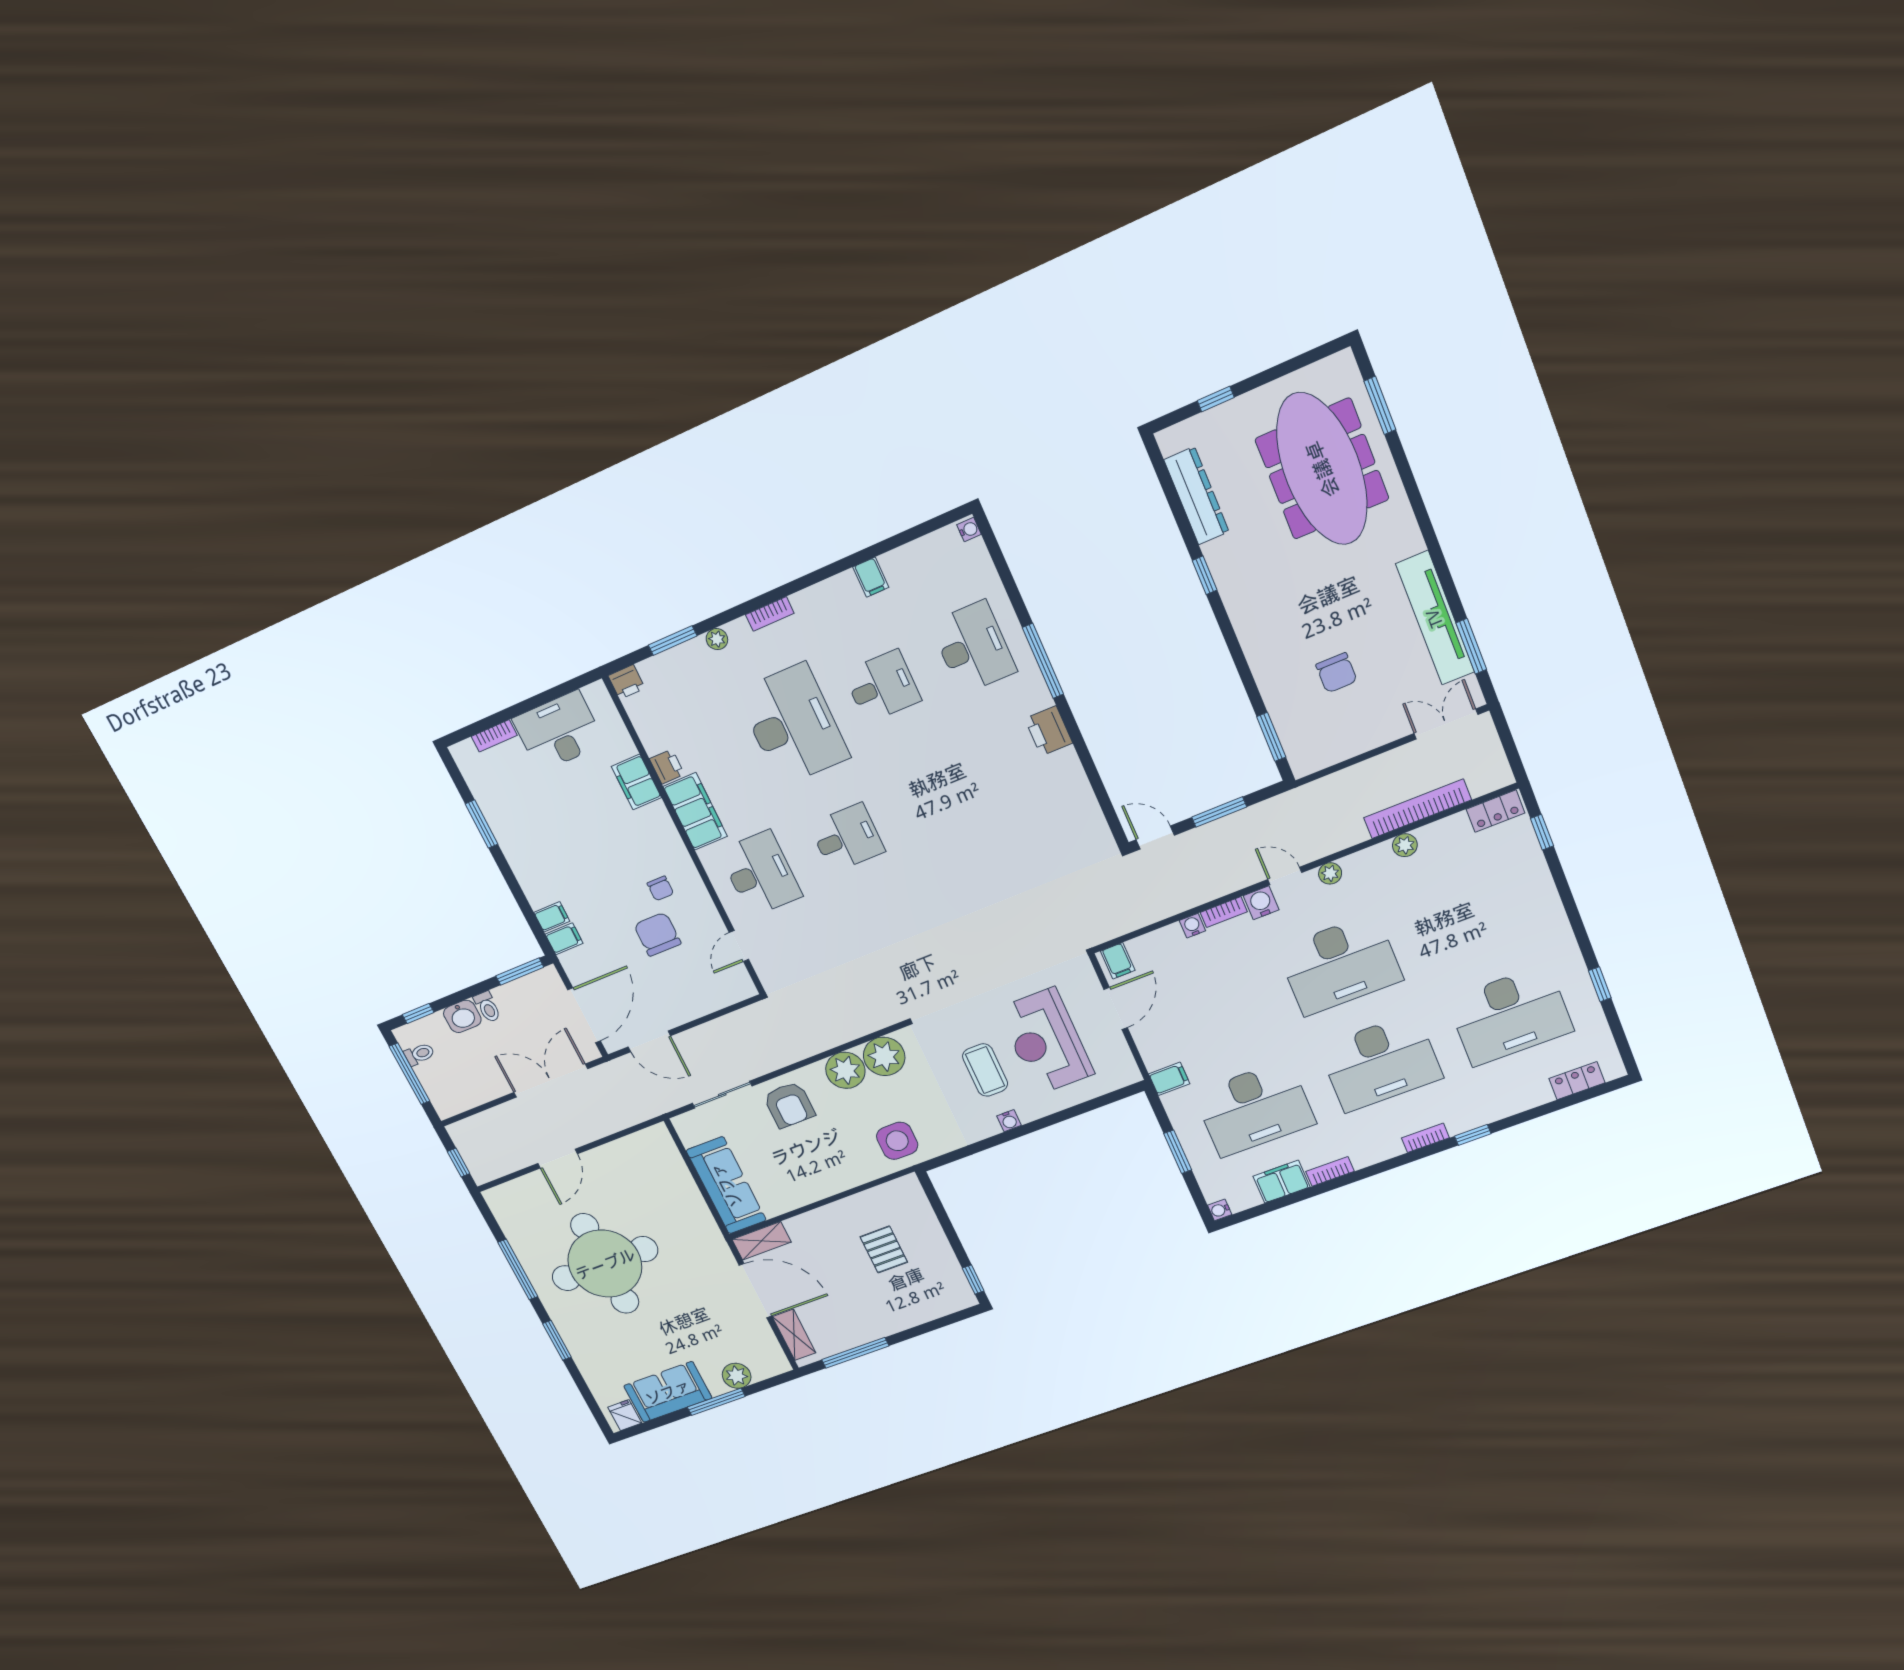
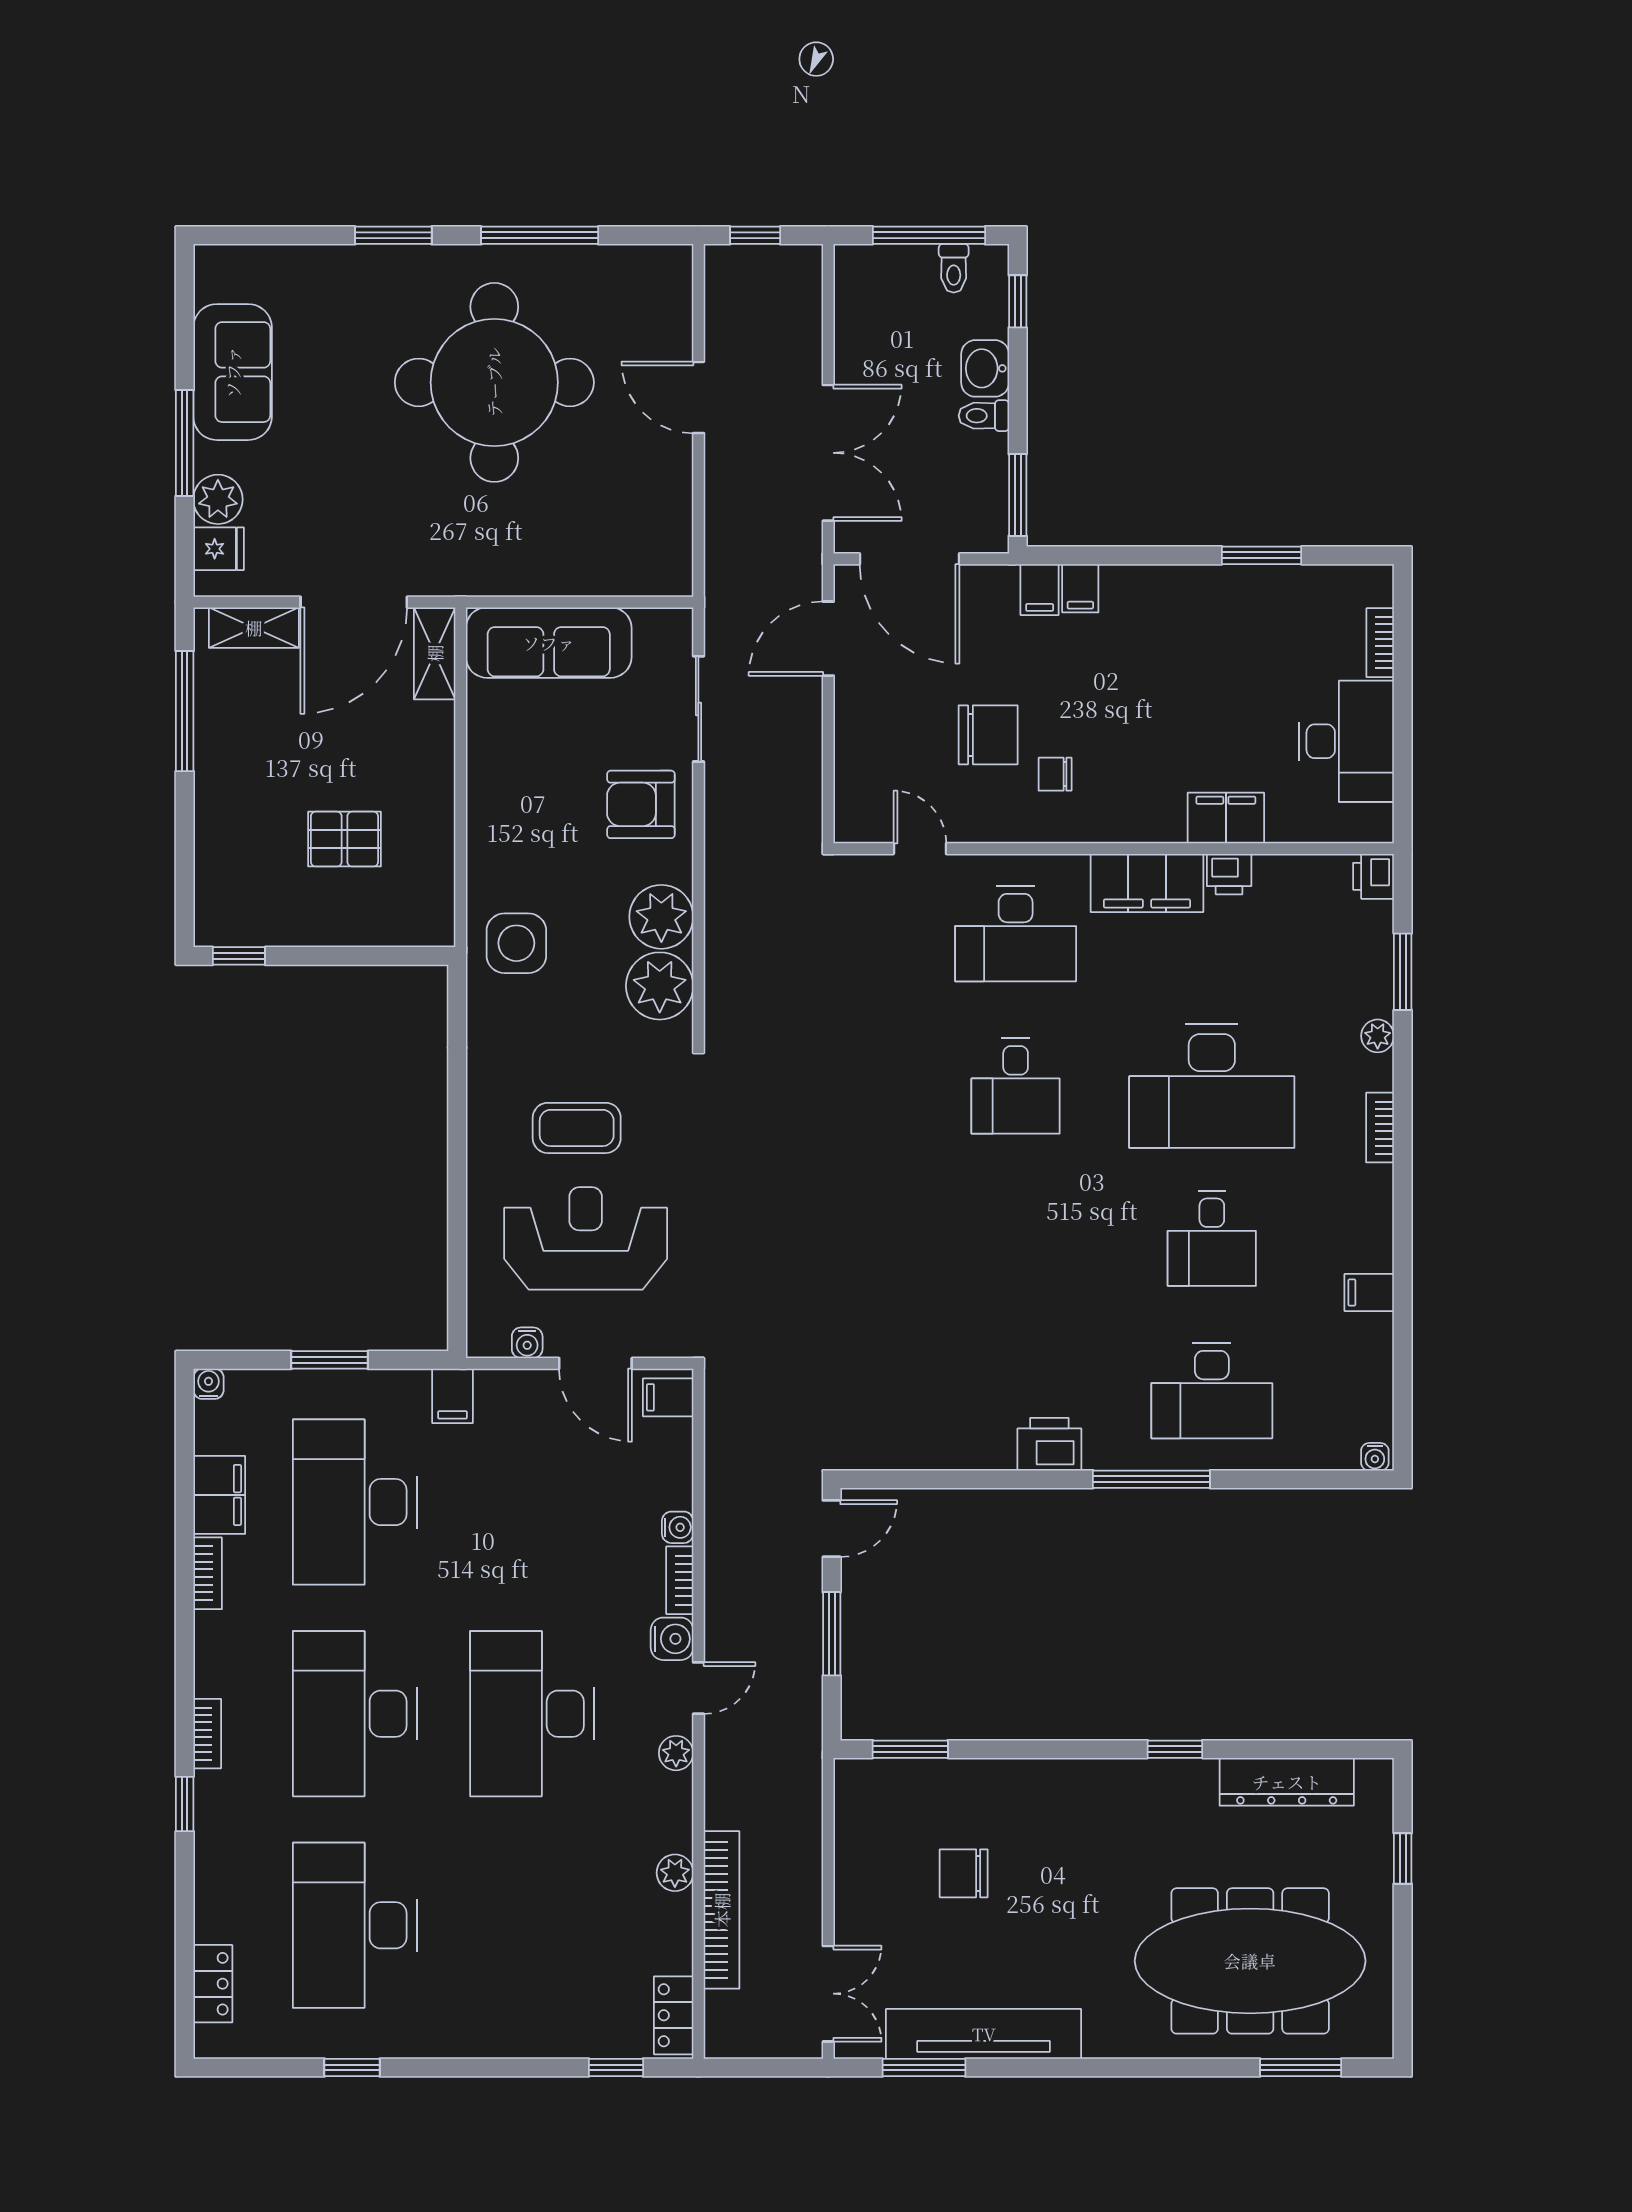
water cooler: (1009, 1121) -> (527, 1343), moved, turned -90
fridge: (625, 1415) -> (219, 549), moved

